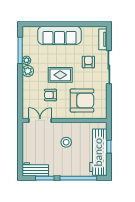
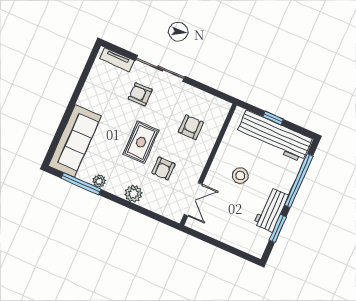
sofa: (60, 35) -> (75, 141), moved
plant: (28, 71) -> (133, 194), moved
armchair: (82, 101) -> (191, 127), width x0.53, depth x0.53
double door: (40, 120) -> (193, 199), swing flipped
workbench: (35, 169) -> (271, 210), moved

